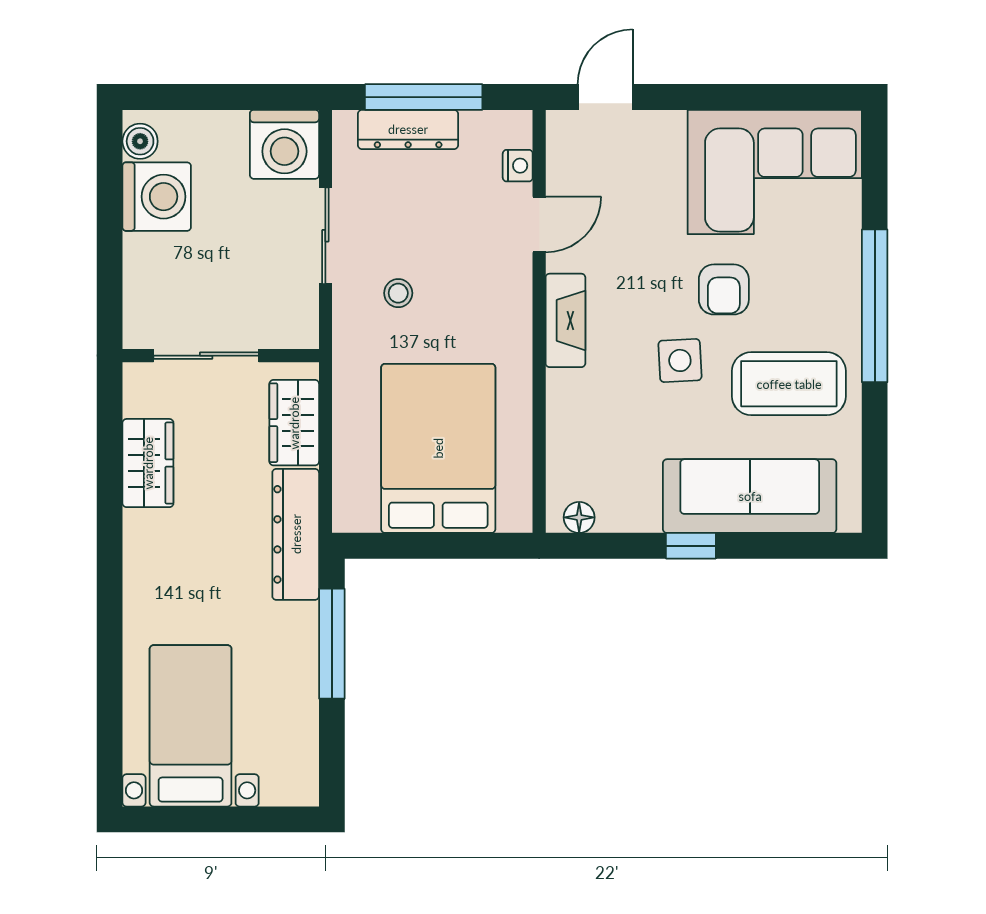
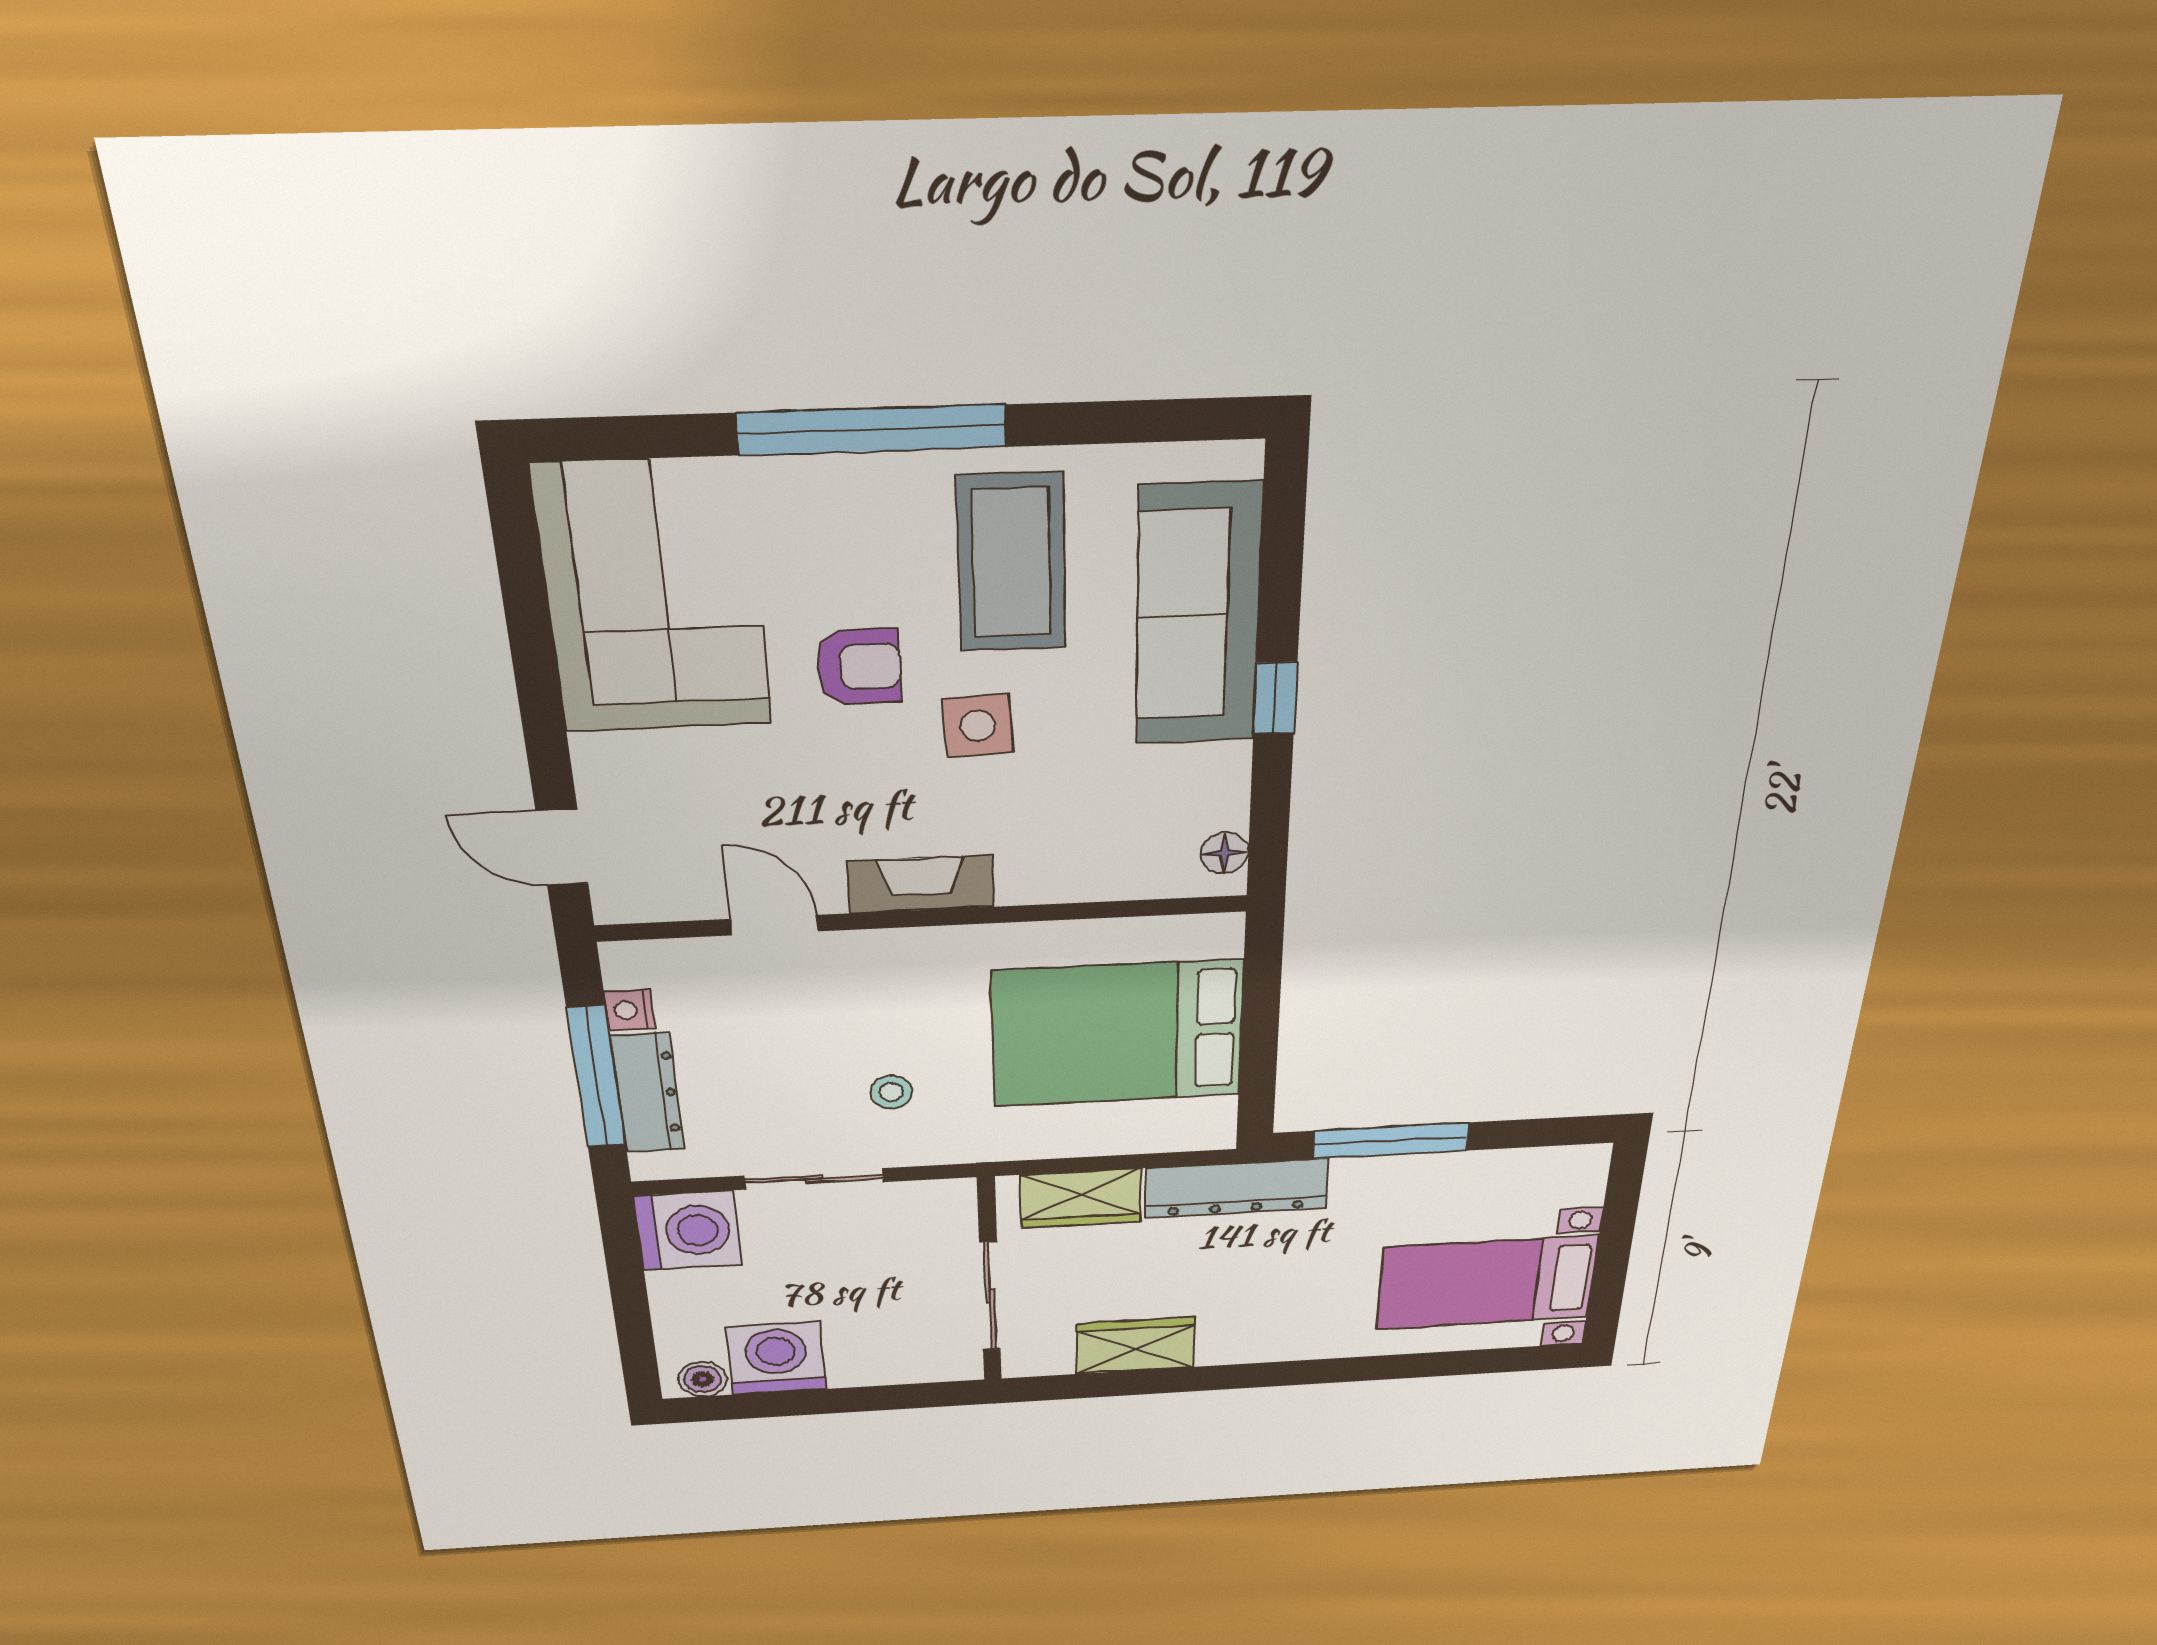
nightstand: (518, 166) -> (629, 1010), moved, turned -90

